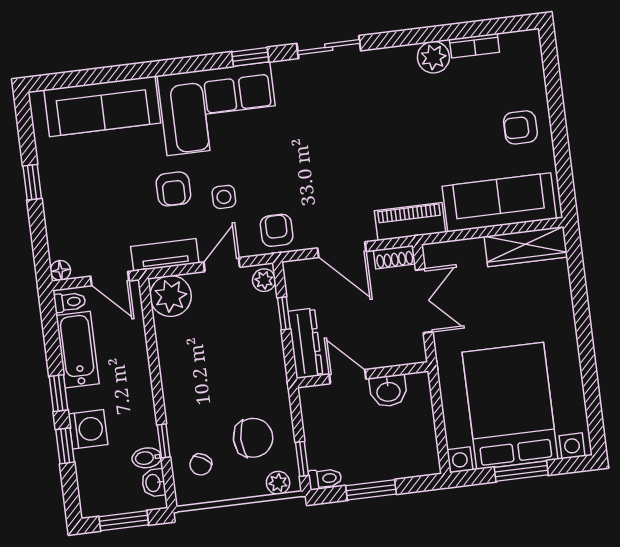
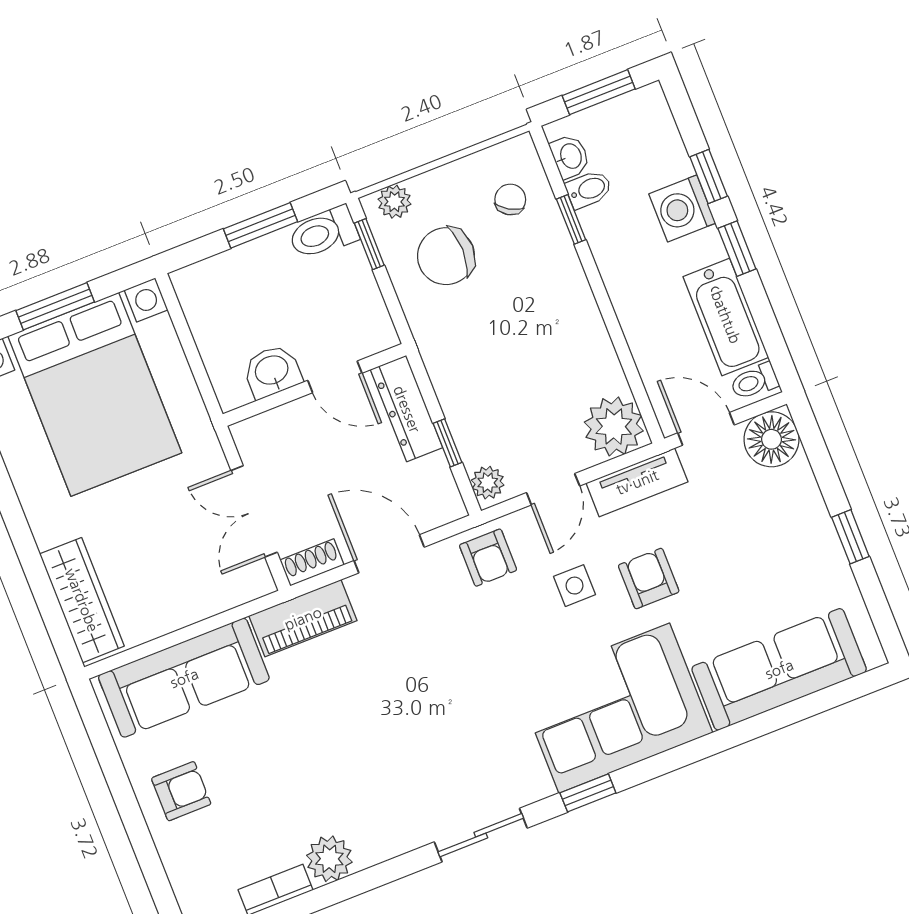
wardrobe: (526, 247) -> (82, 600), moved, turned 90
floor lamp: (60, 270) -> (771, 439), width x1.89, depth x1.89
toilet: (325, 479) -> (323, 233), width x1.37, depth x1.39

